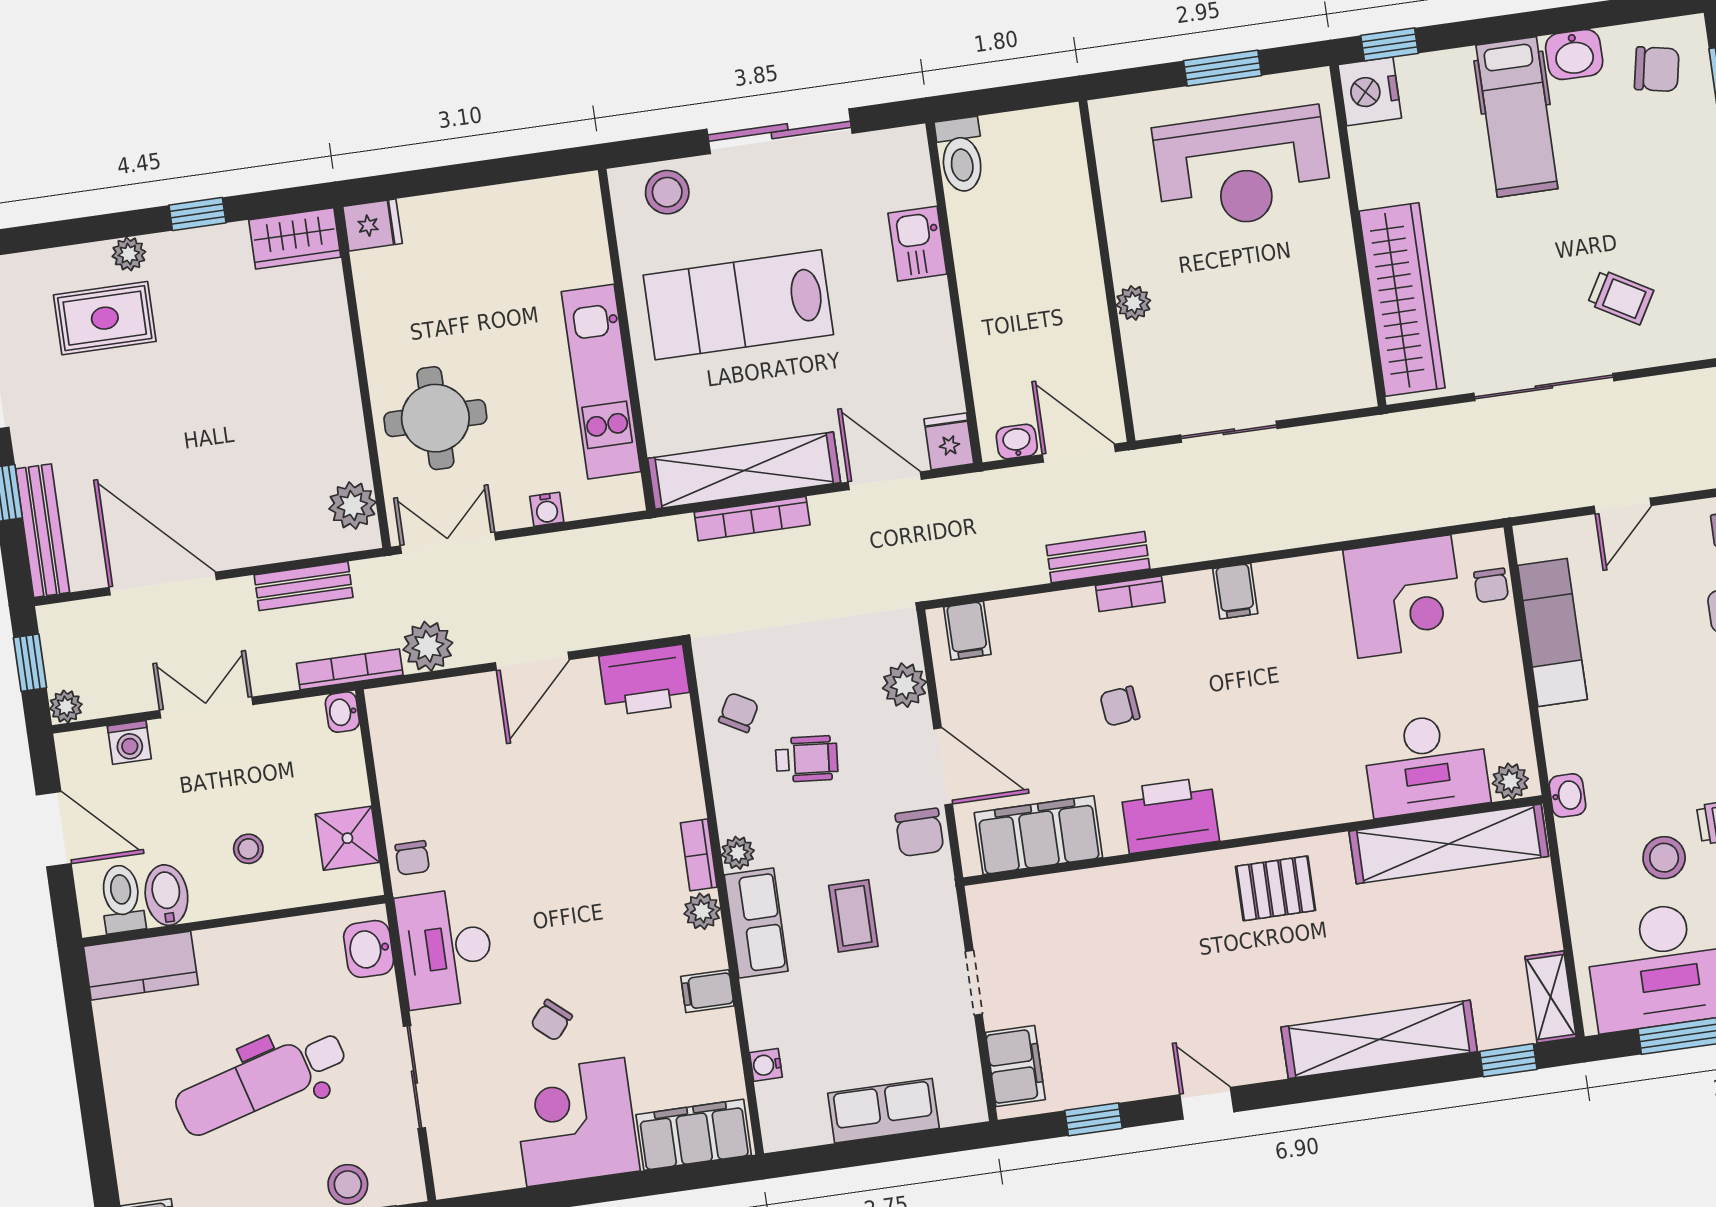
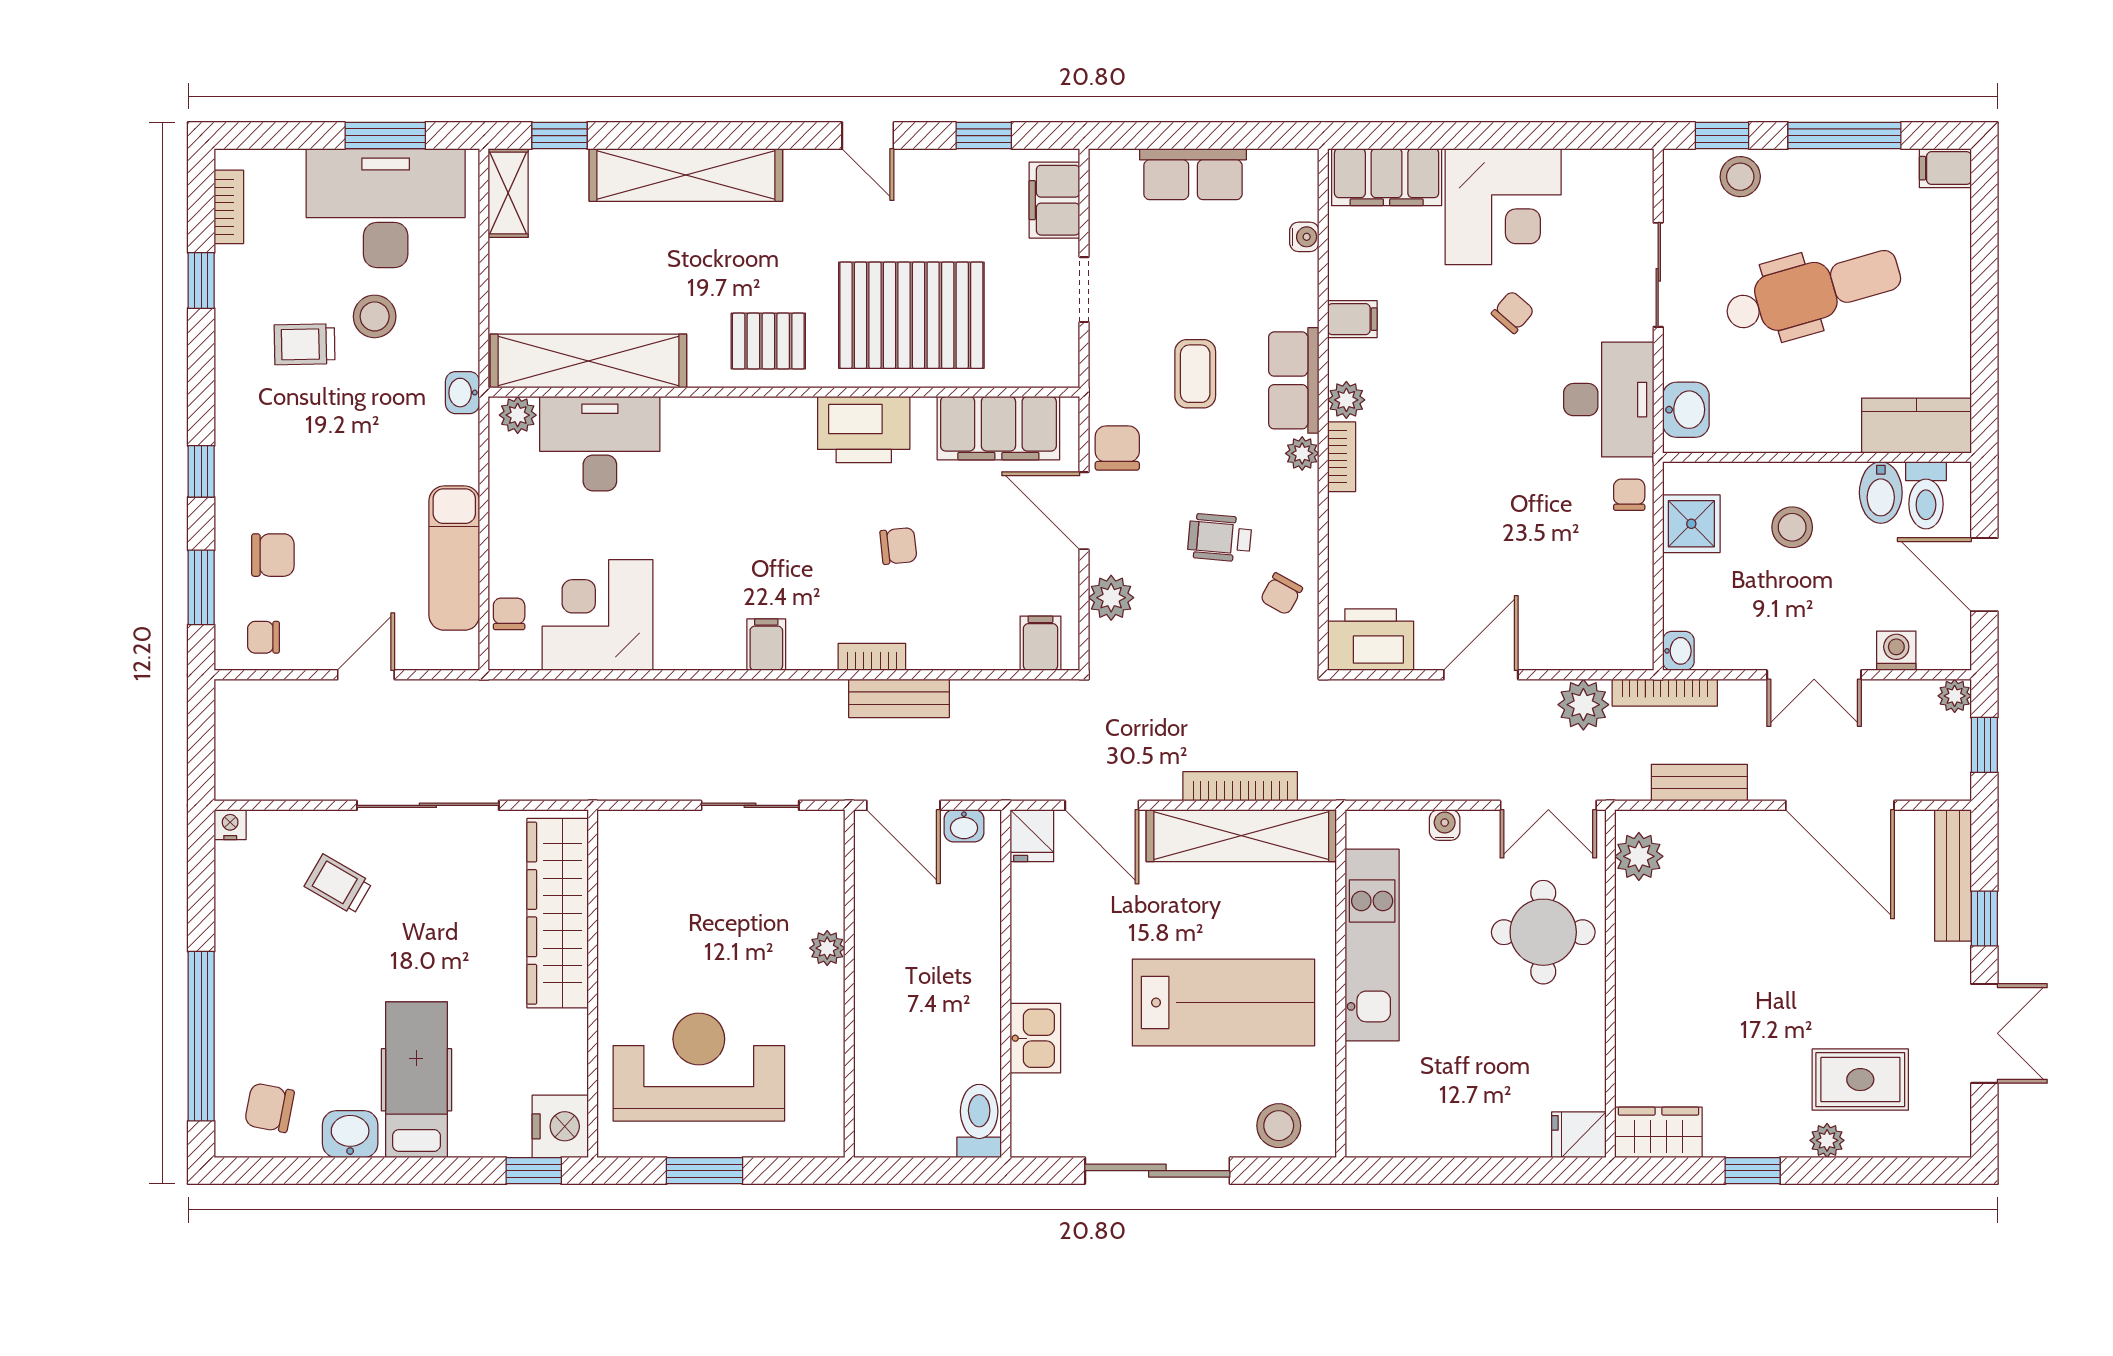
stool: (248, 849) -> (1792, 527), width x1.37, depth x1.37
pallet: (1139, 934) -> (911, 315), added

